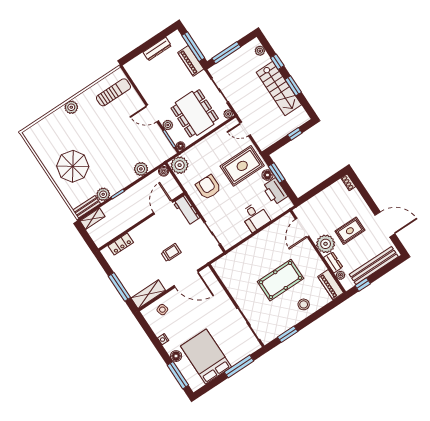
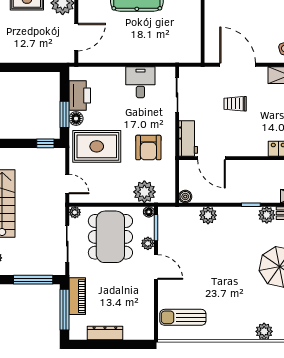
plant: (71, 107) -> (264, 331), moved
window: (295, 134) -> (45, 143), moved
plant: (180, 165) -> (144, 192), moved
door: (163, 207) -> (211, 158), hinge flipped
desk: (255, 217) -> (140, 82), moved

